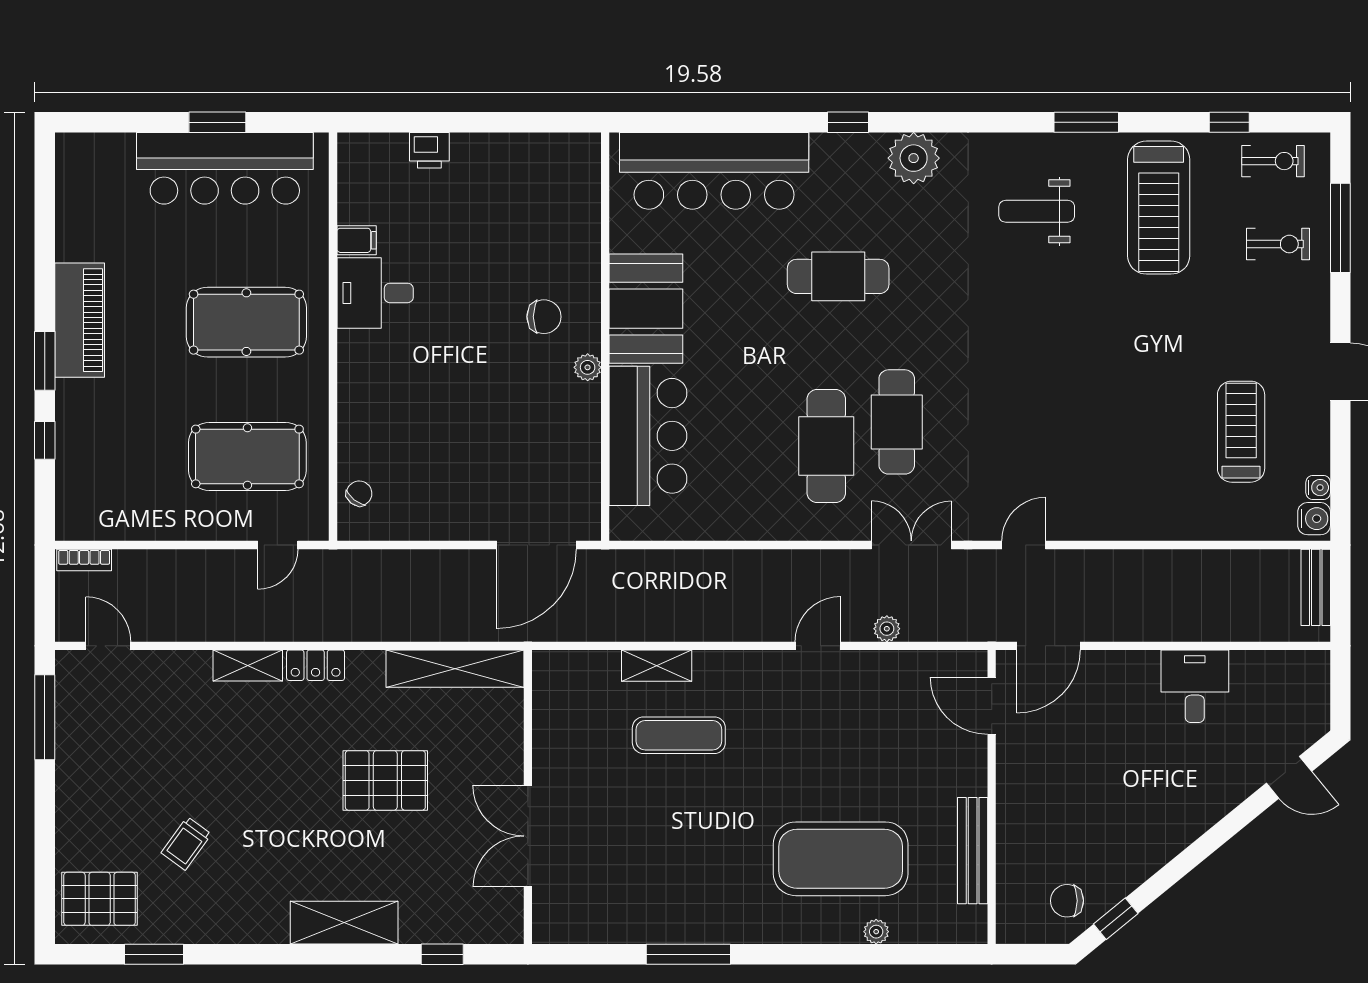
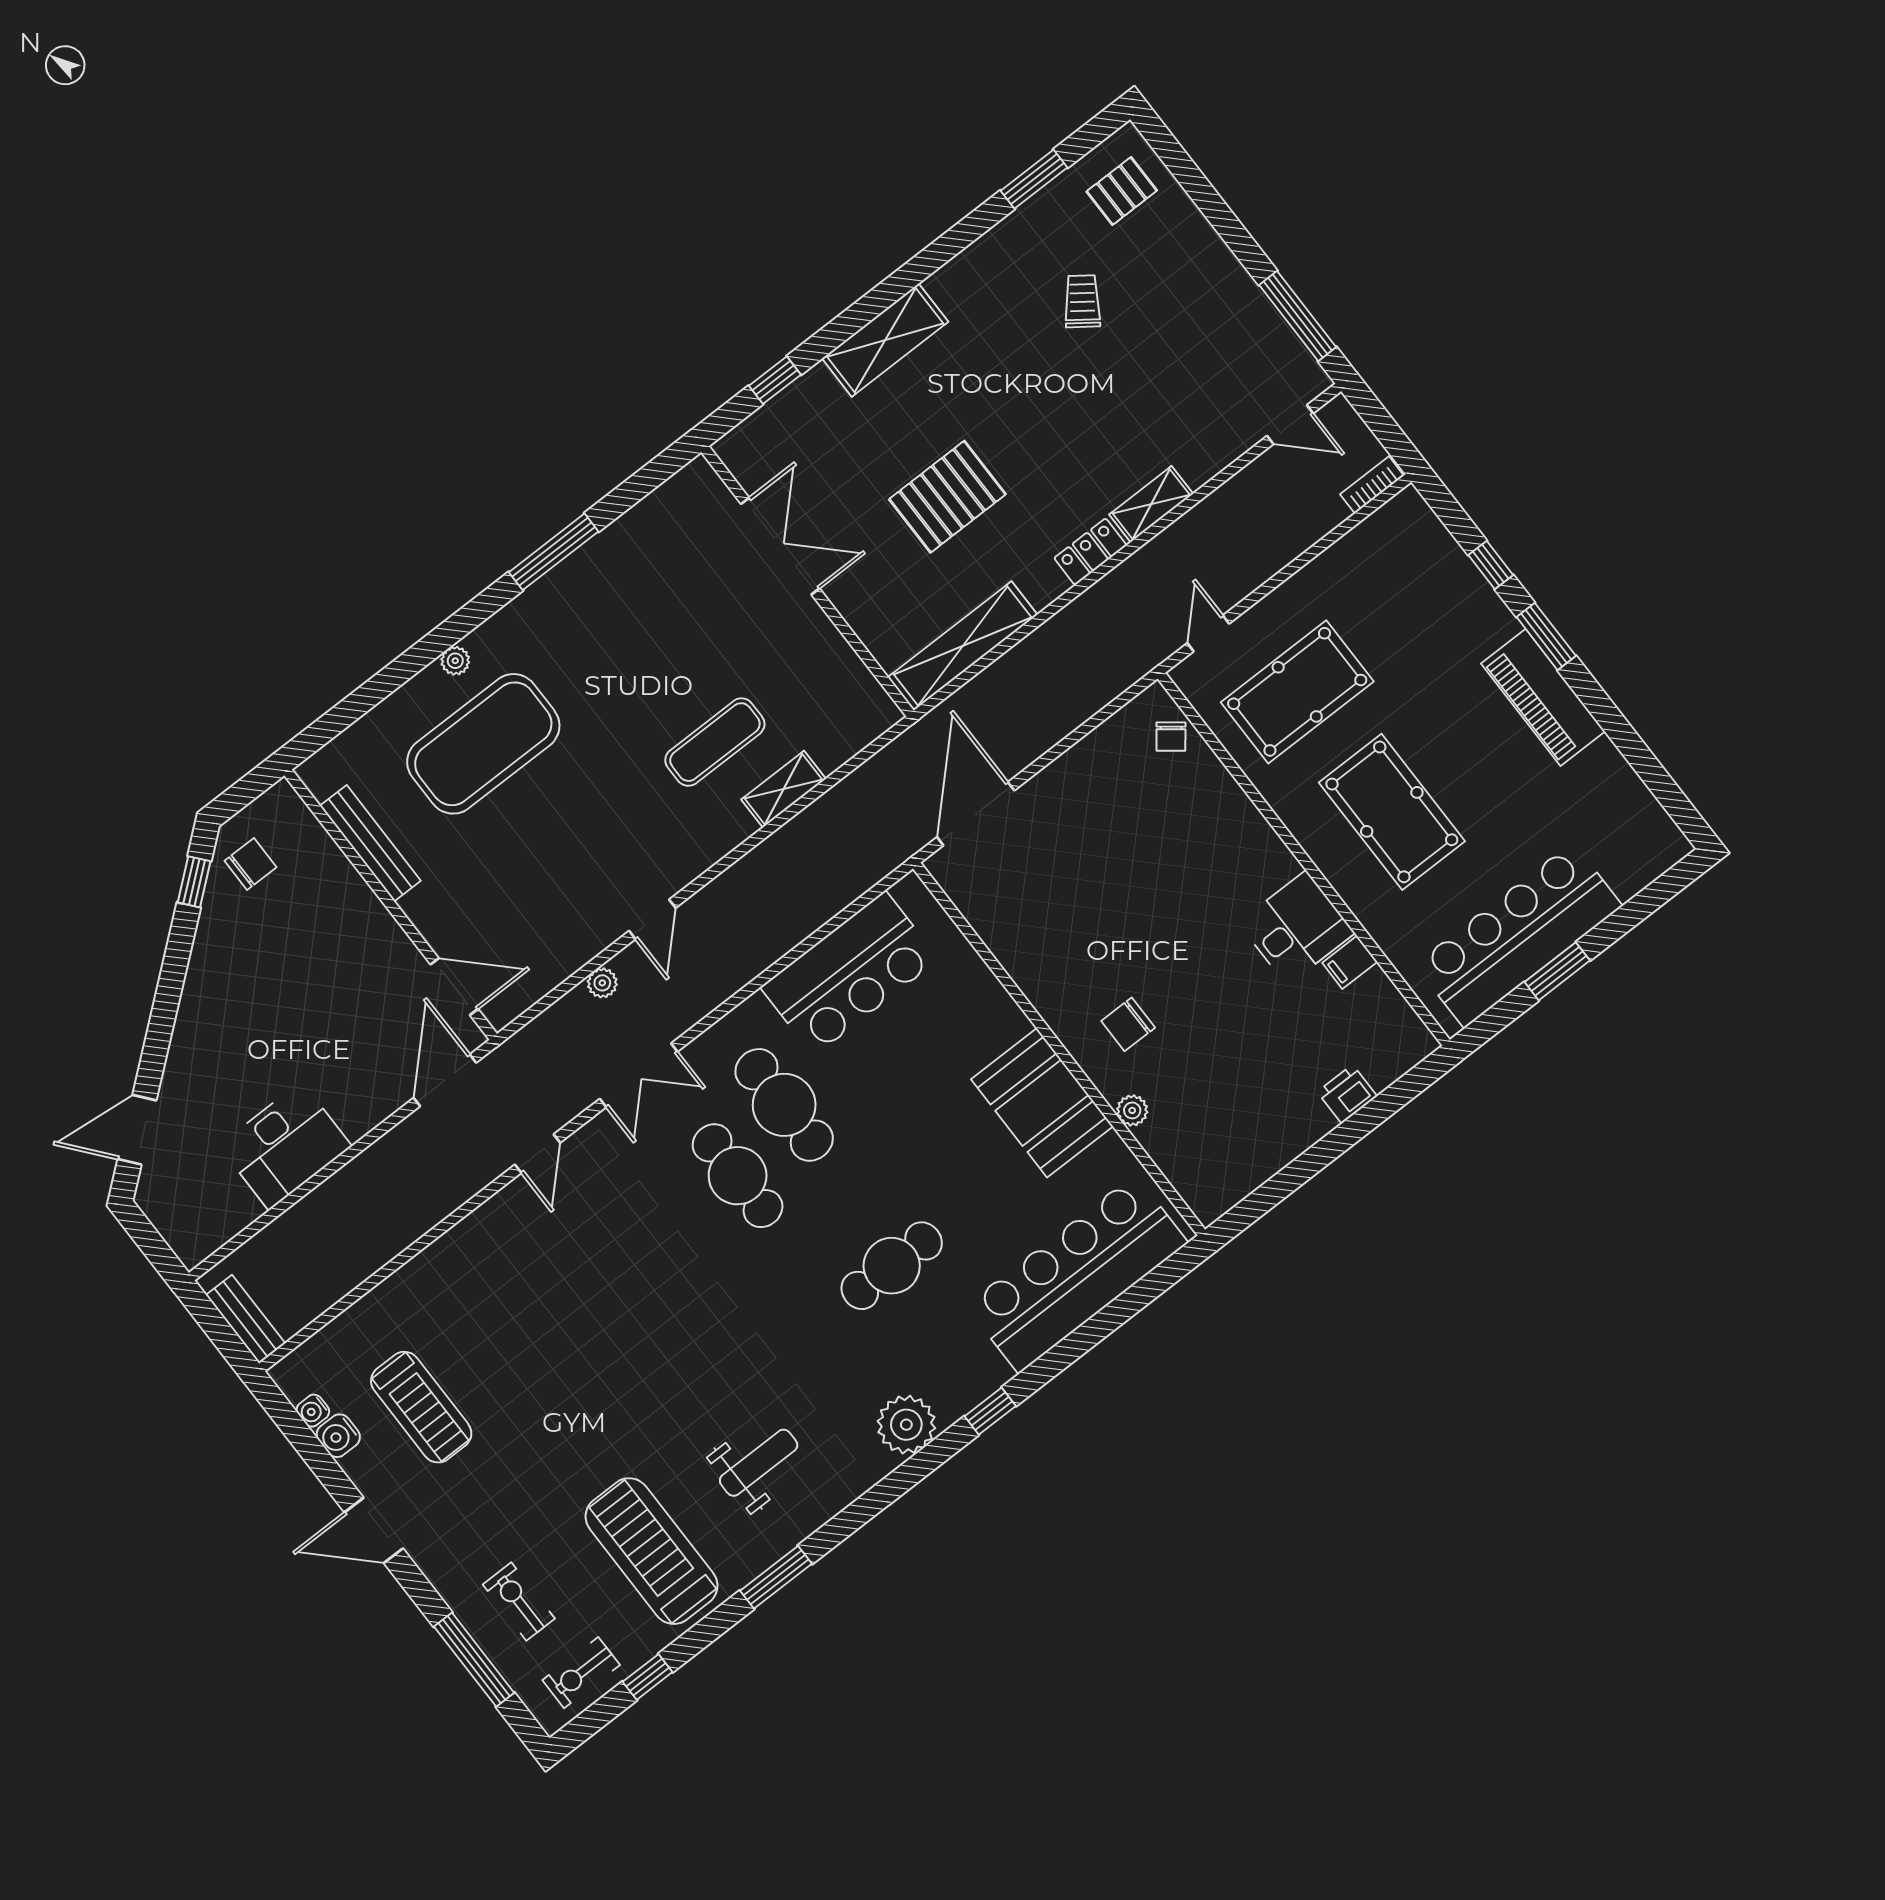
exercise bike: (1278, 244) -> (519, 1602), turned 90
pool table: (246, 322) -> (1392, 812), turned 90
plant: (588, 367) -> (1132, 1110), moved
bar counter: (648, 436) -> (849, 973), moved, turned -90
water cooler: (1314, 519) -> (338, 1436), moved
desk: (1195, 686) -> (285, 1146), width x1.37
door: (1289, 777) -> (137, 1130), width x1.38
pallet: (100, 899) -> (1122, 191), width x0.67, depth x0.71
plant: (876, 932) -> (455, 661), moved

